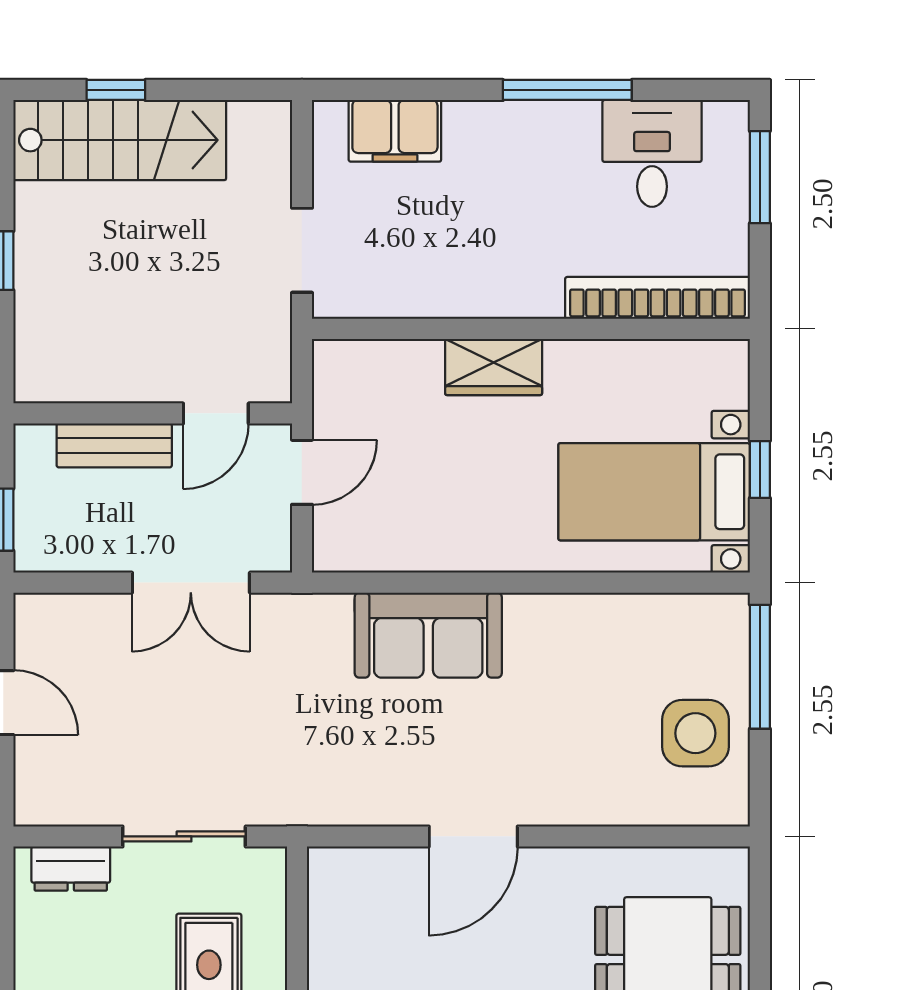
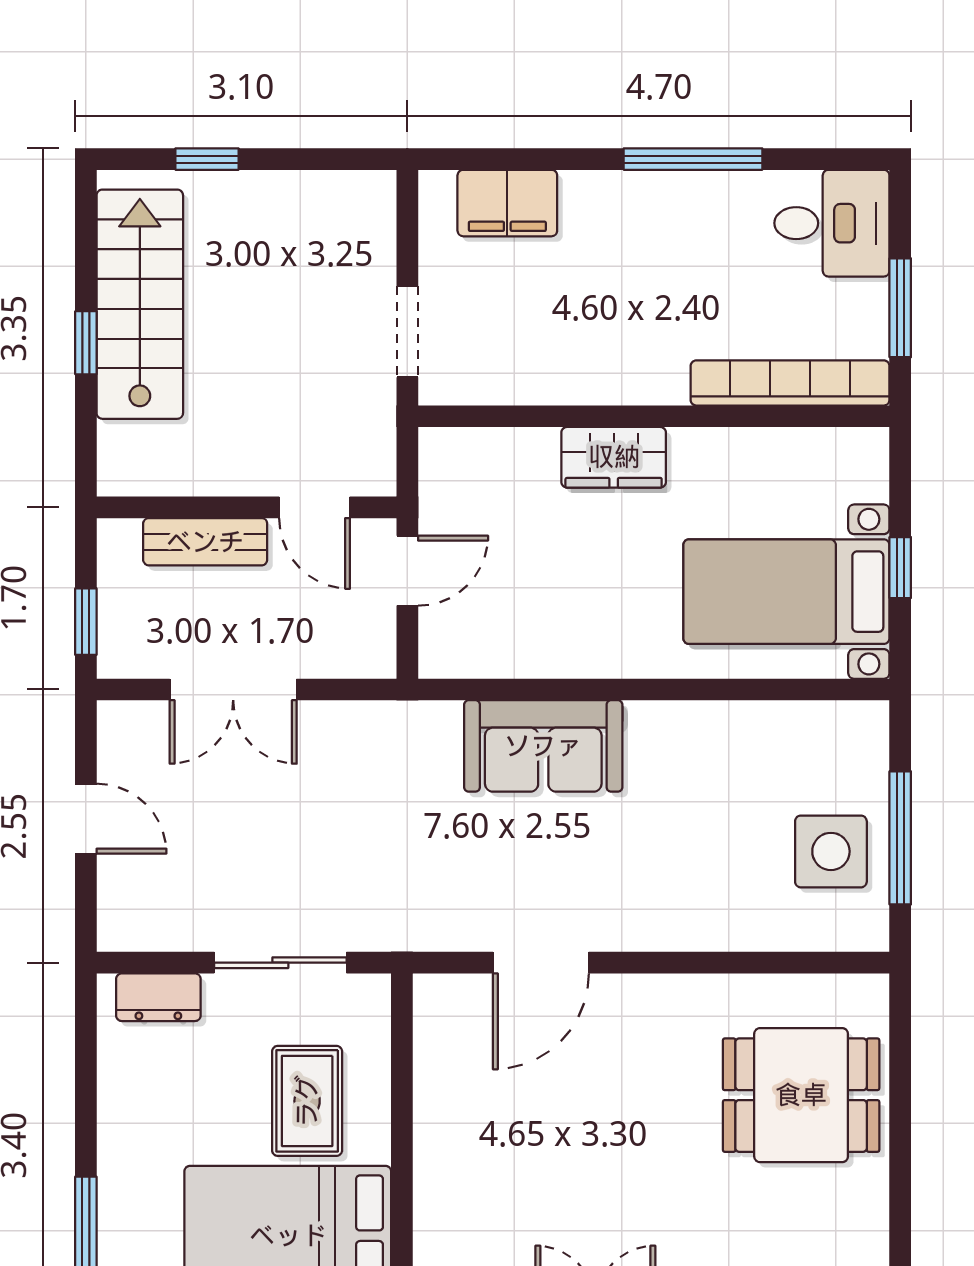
stairs: (120, 140) -> (140, 304), moved, turned -90
desk: (652, 153) -> (832, 223), moved, turned 90
window: (760, 177) -> (900, 308), moved
door: (216, 413) -> (315, 507), hinge flipped
double door: (191, 583) -> (233, 689), moved
window: (760, 667) -> (900, 838), moved
door: (473, 836) -> (541, 963), moved

